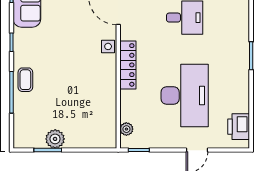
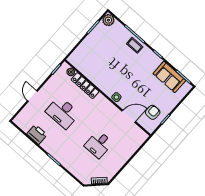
locker: (128, 65) -> (85, 86), moved
desk: (185, 95) -> (63, 113), width x0.73, depth x0.77
printer: (239, 127) -> (37, 134), moved
plant: (55, 139) -> (108, 20), moved

